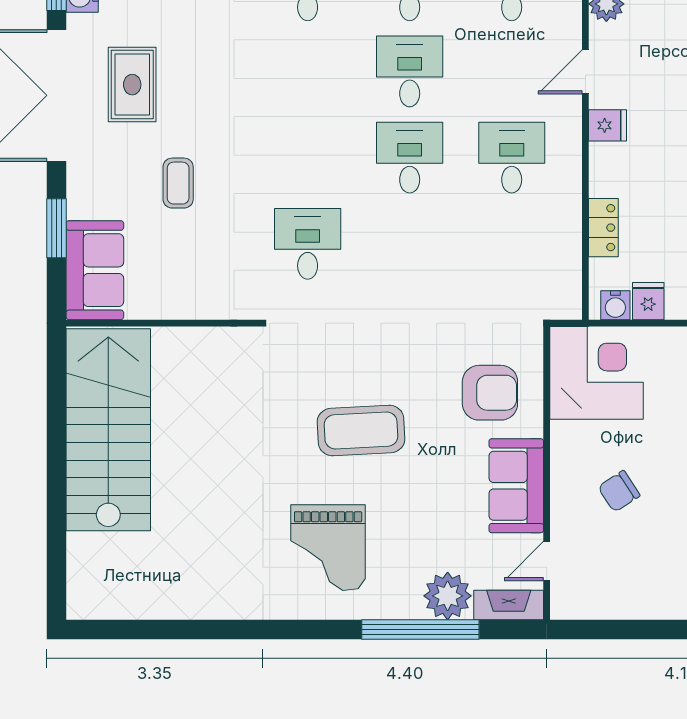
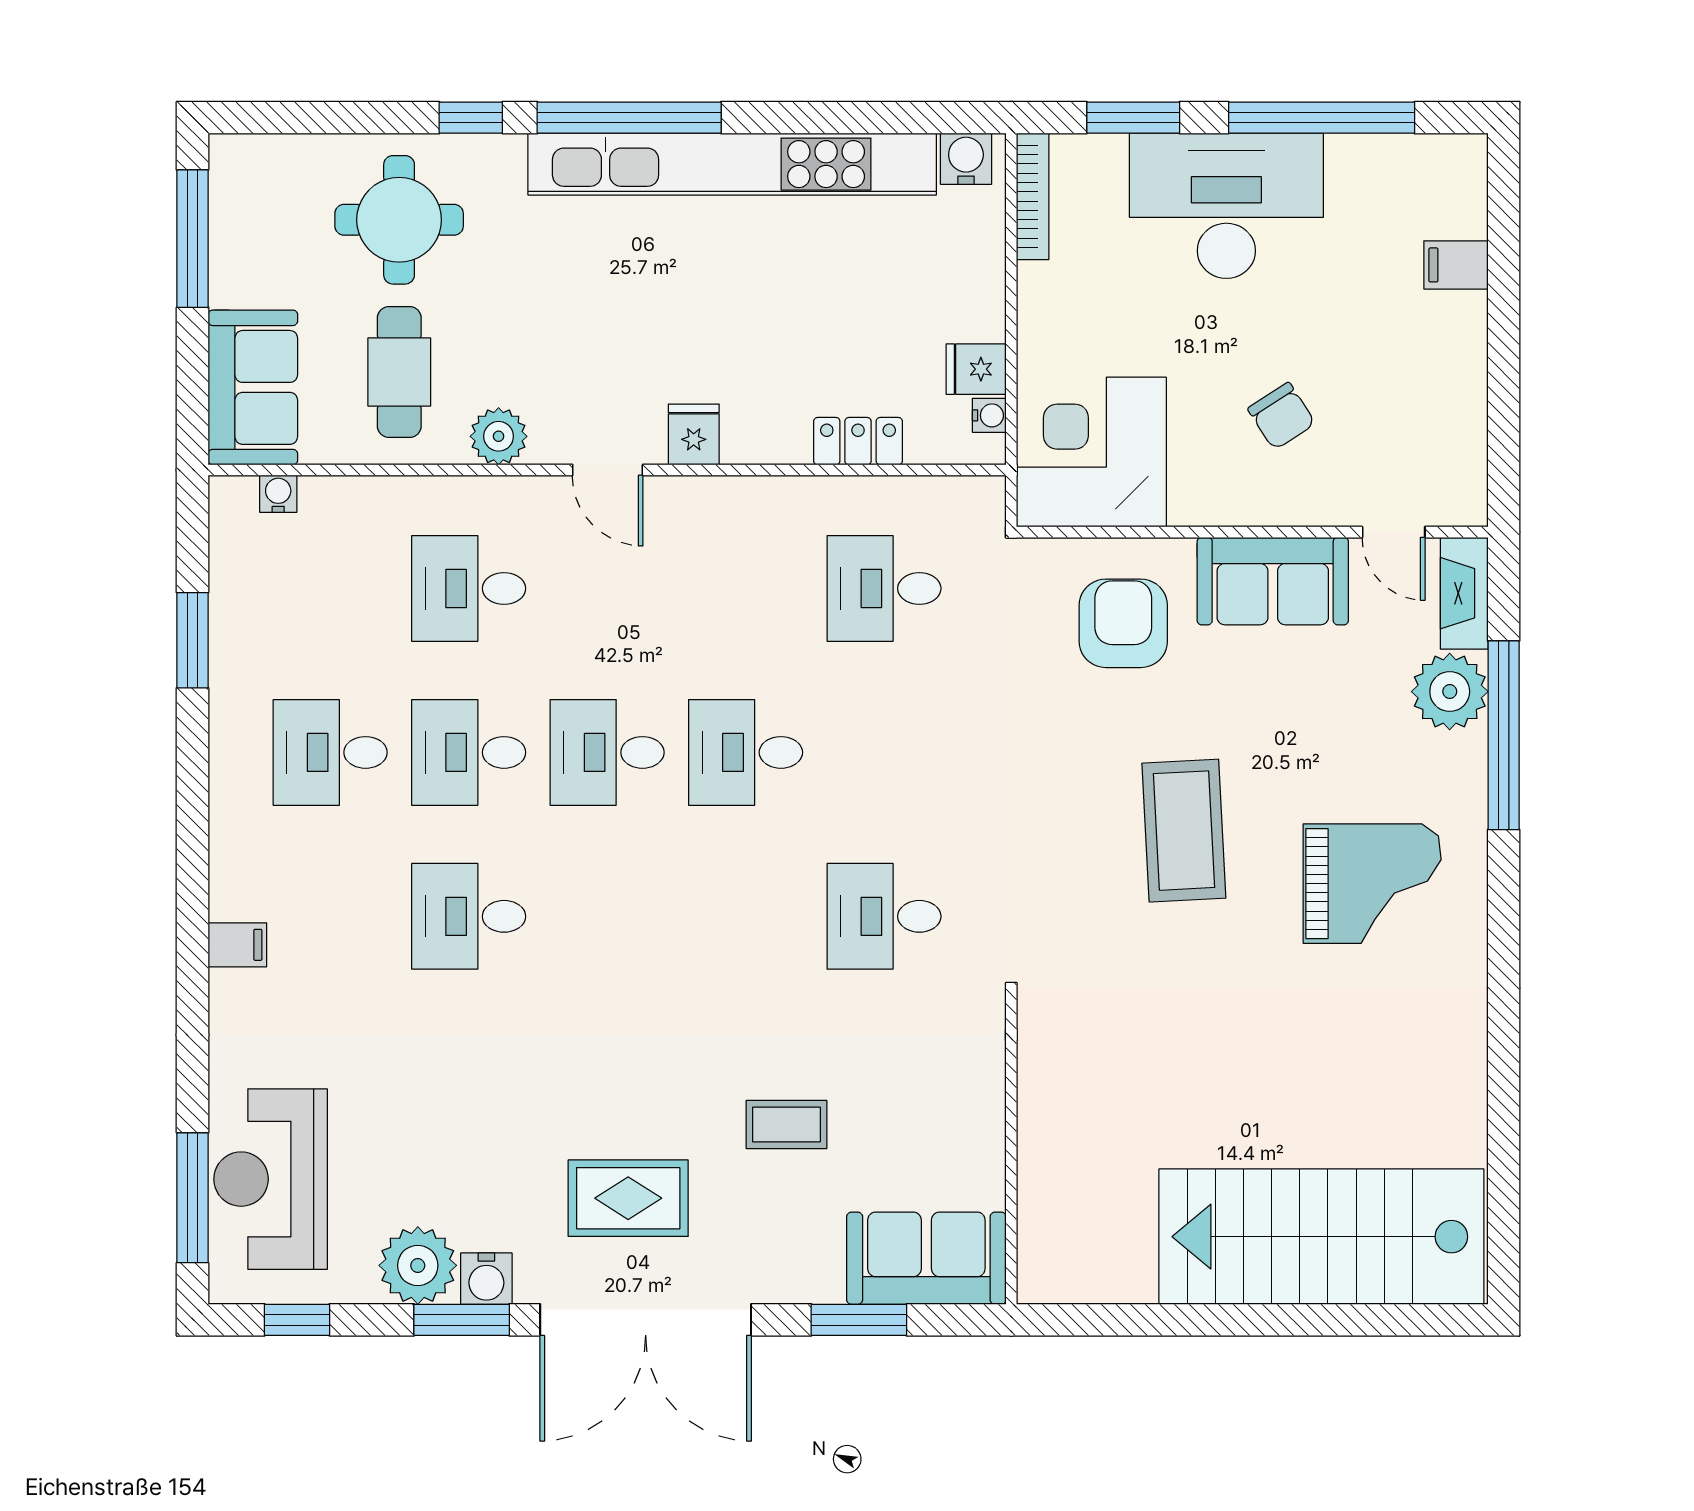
desk: (512, 158) -> (884, 588), moved
water cooler: (615, 305) -> (989, 415), width x0.72, depth x0.72
stairs: (108, 430) -> (1321, 1237), moved

